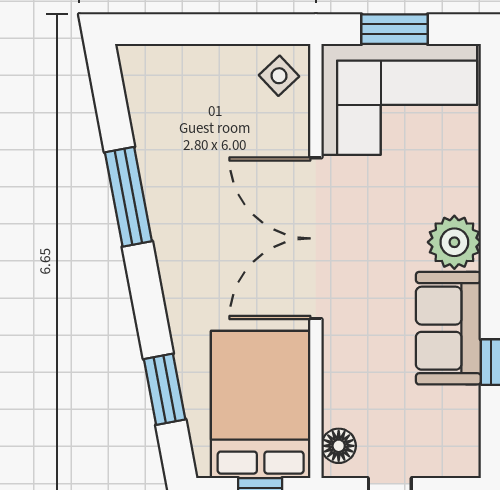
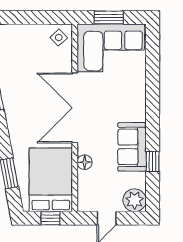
plant: (454, 242) -> (135, 200), moved
floor lamp: (339, 446) -> (85, 162), moved

